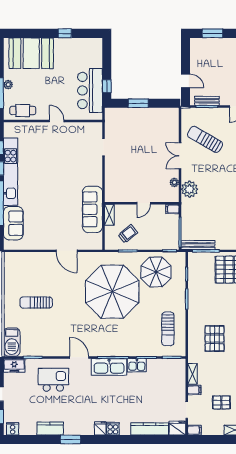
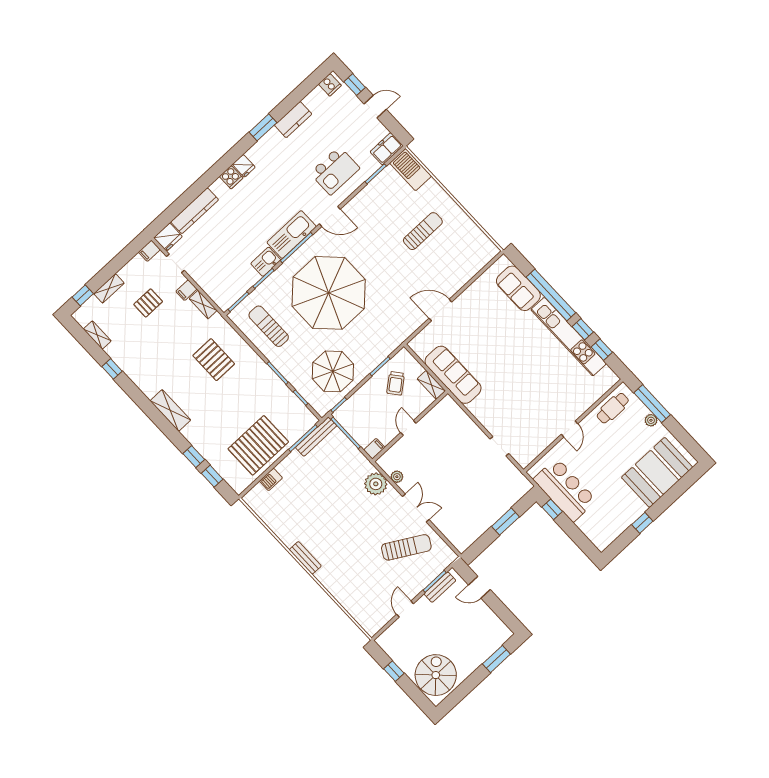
door: (57, 121) -> (570, 429), hinge flipped
parasol: (112, 292) -> (329, 293), moved

